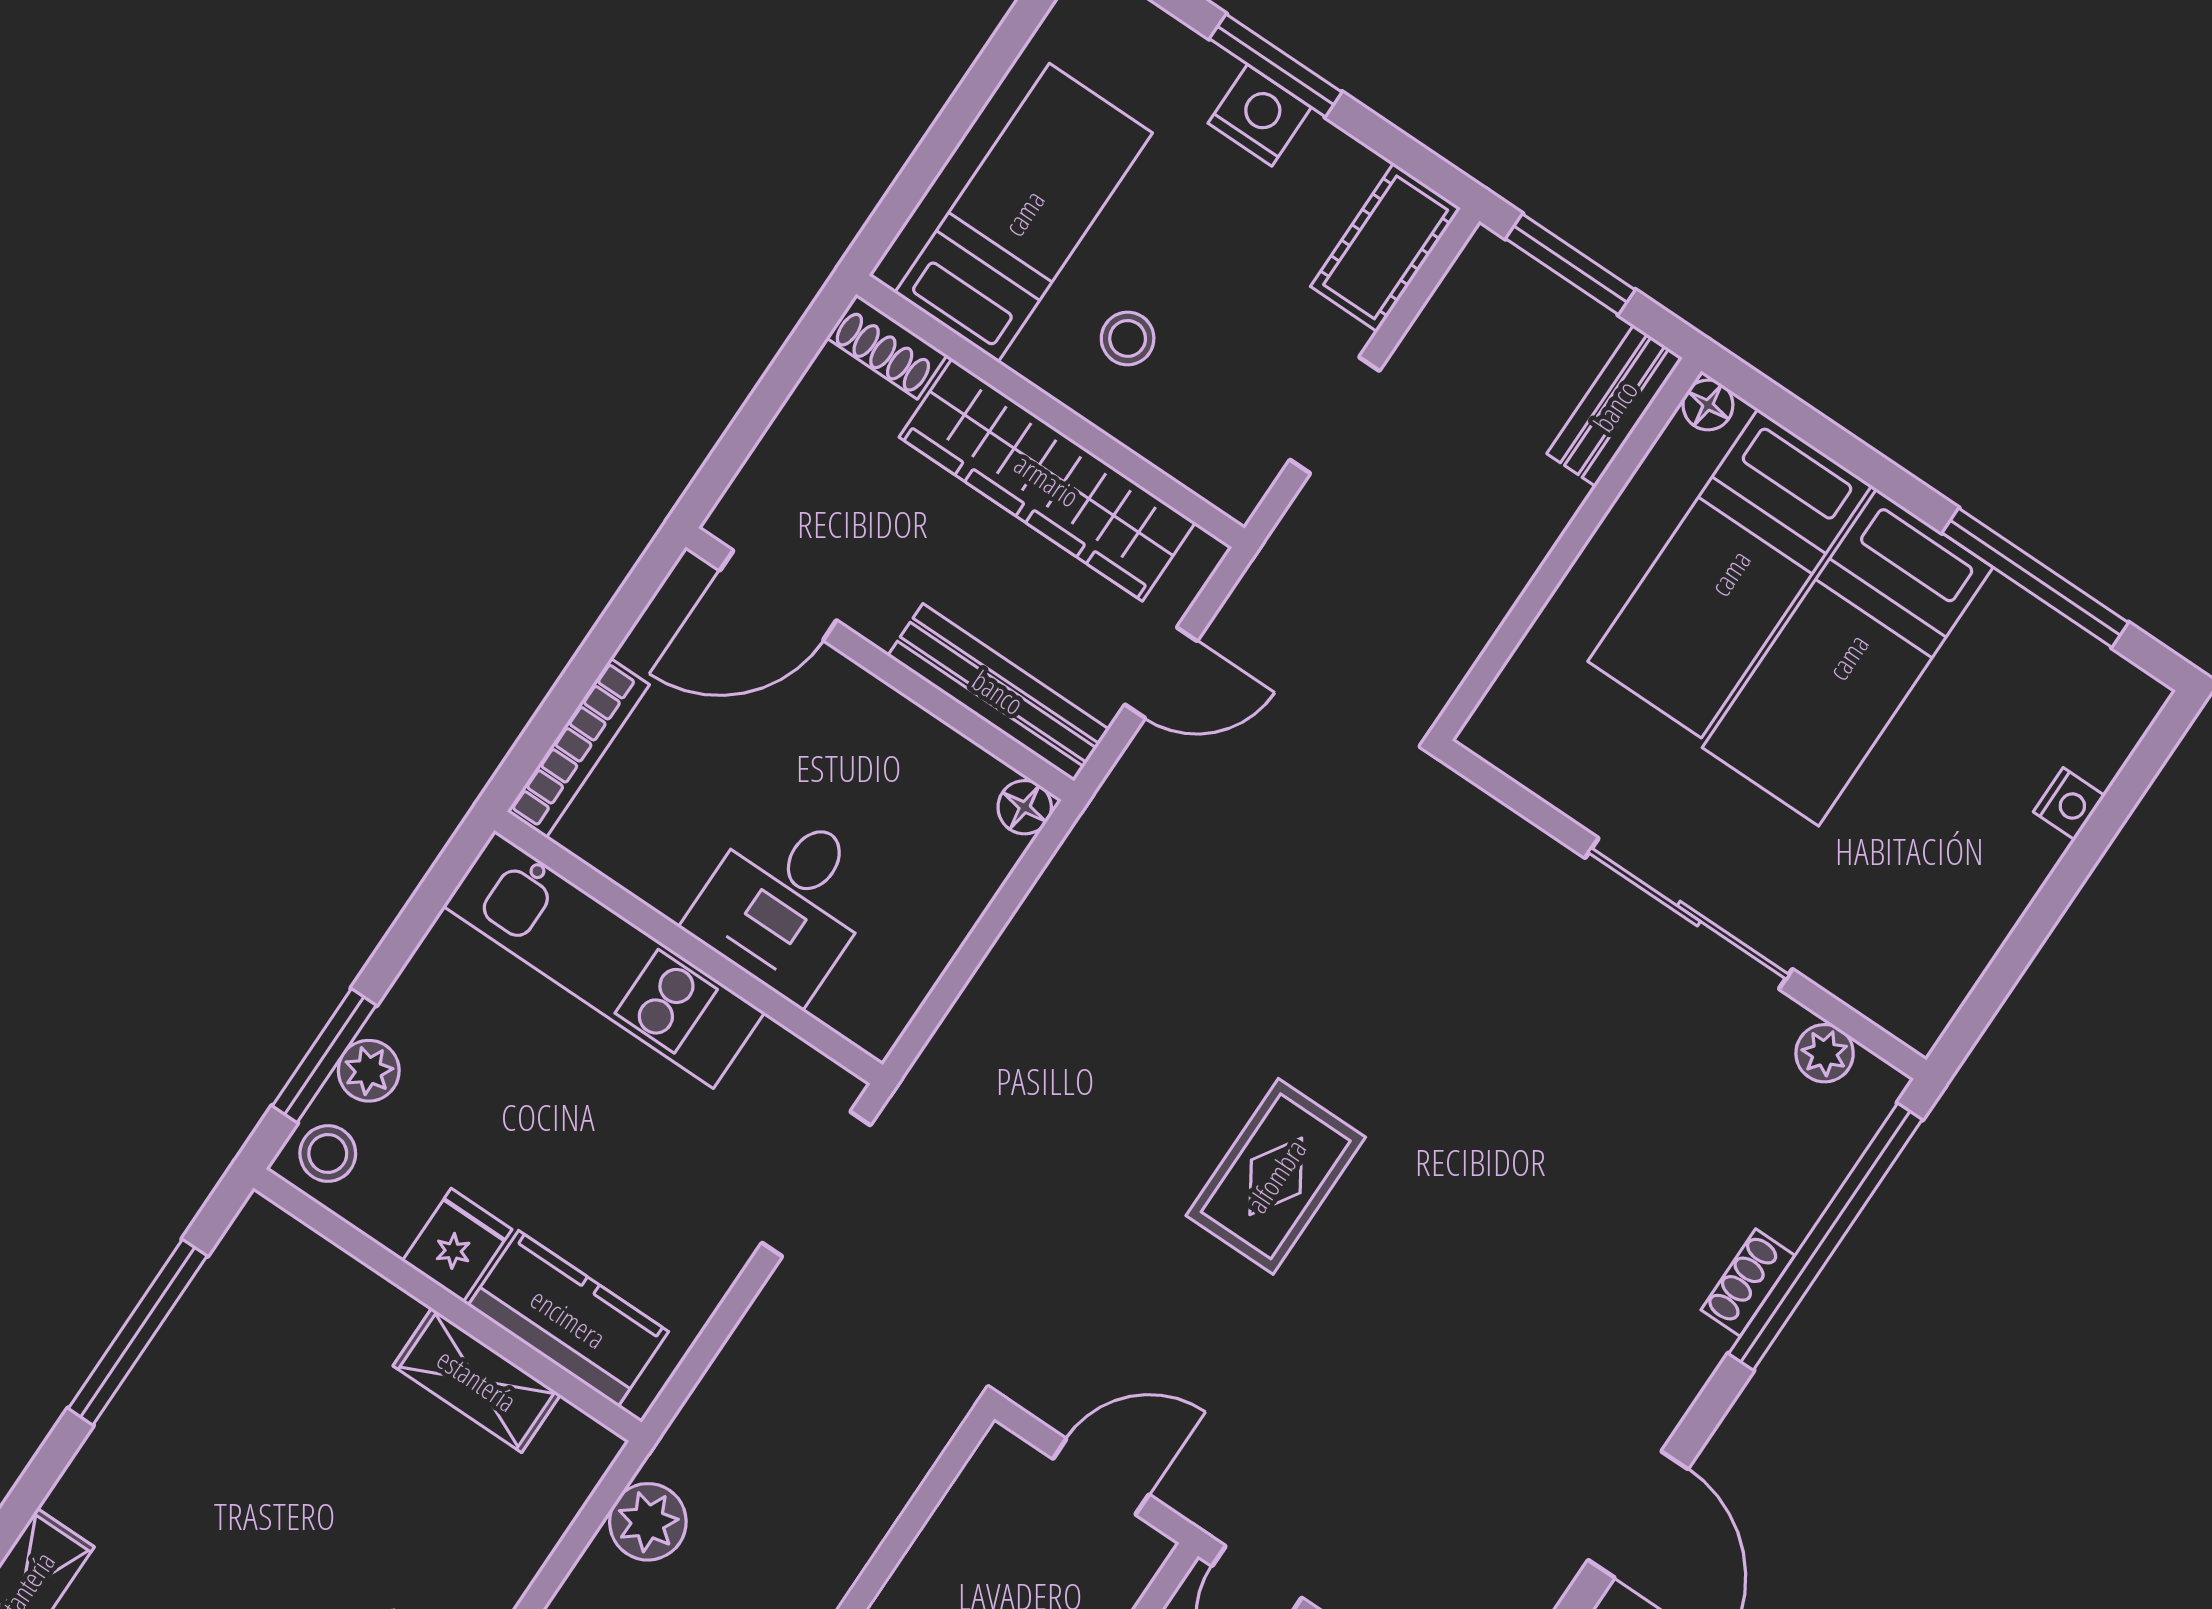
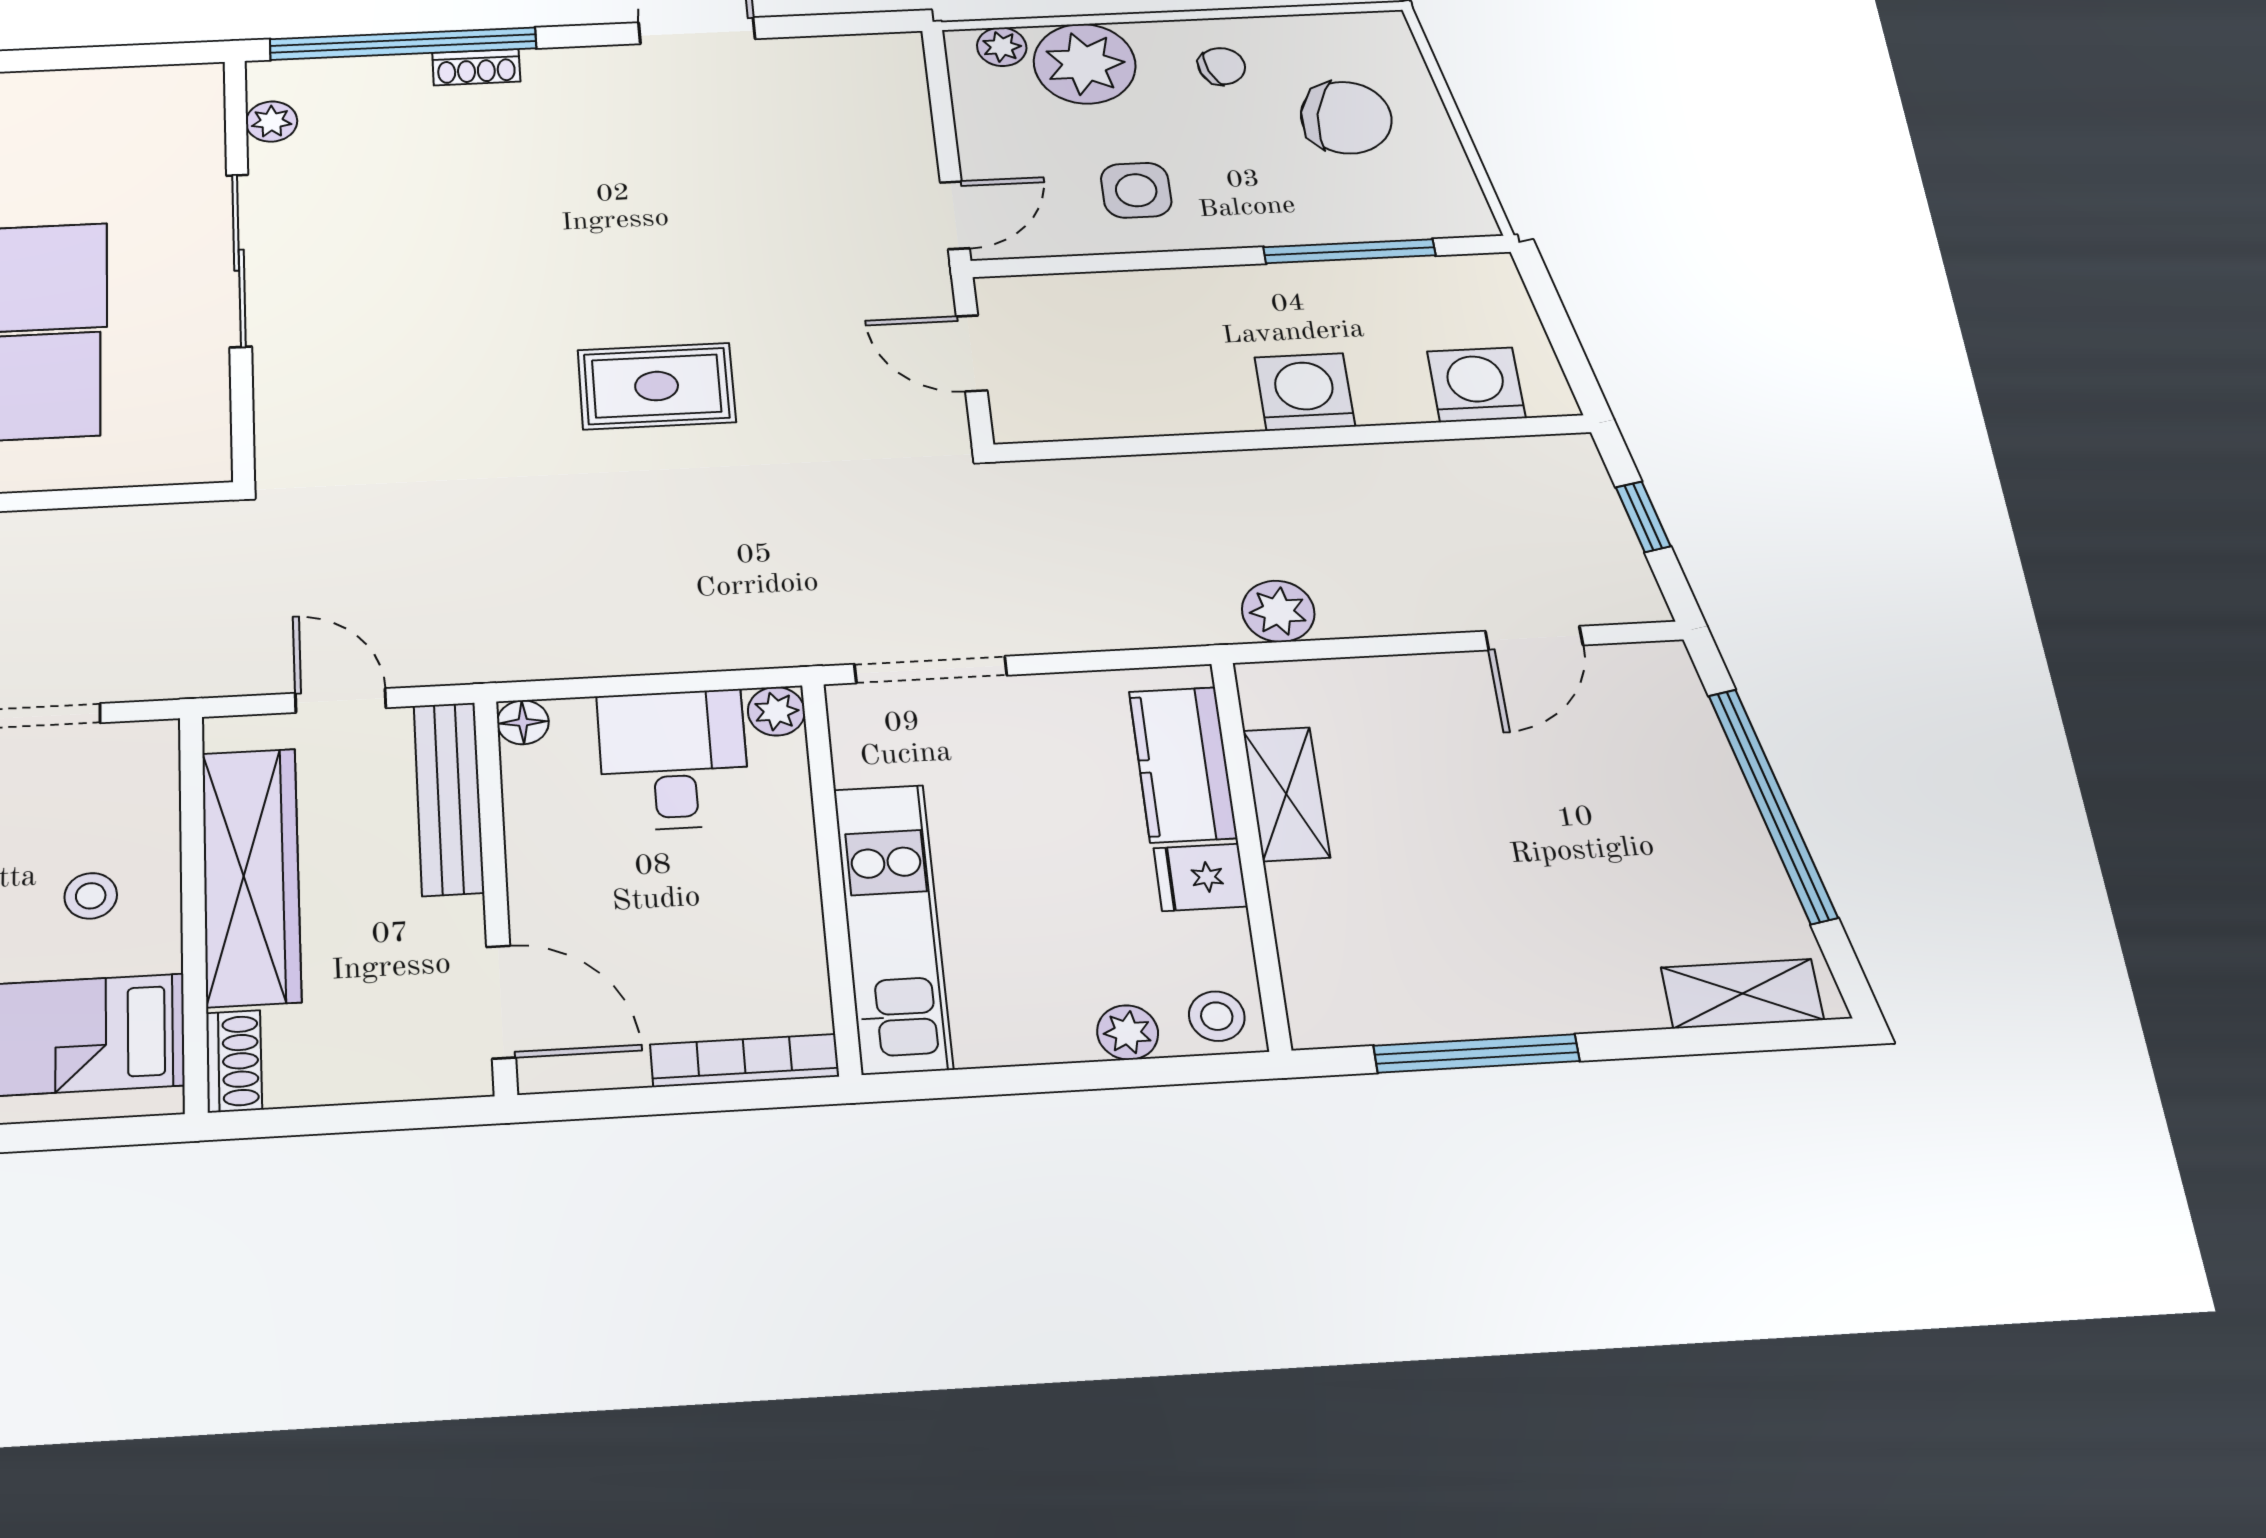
desk: (786, 902) -> (674, 760), moved, turned -90
plant: (875, 1024) -> (776, 711), added
window: (324, 1056) -> (1145, 1072), removed

